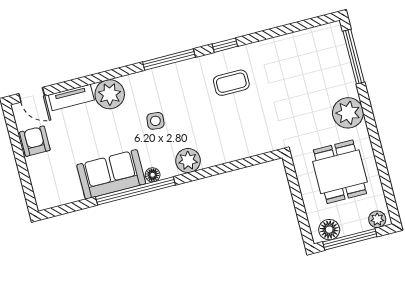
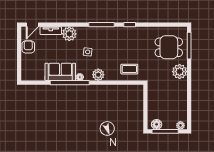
coffee table: (231, 83) -> (129, 69), moved
door: (32, 95) -> (32, 25), hinge flipped
dining table: (340, 172) -> (169, 47), moved, turned 90

